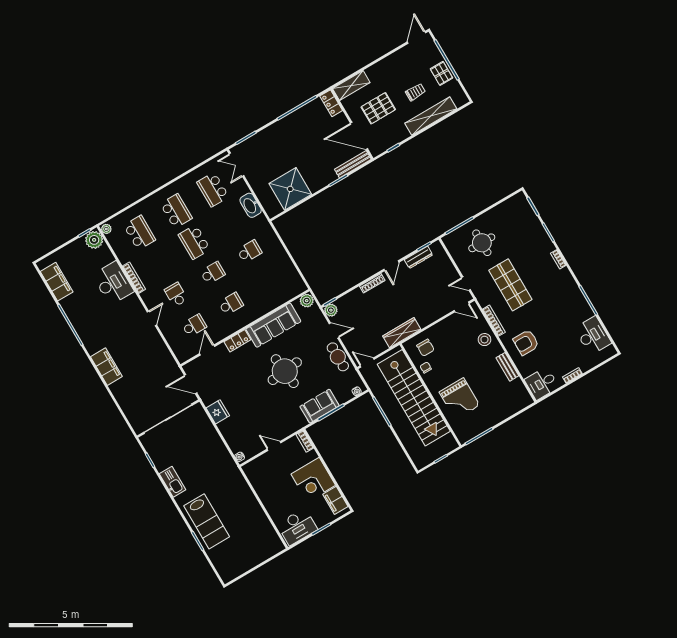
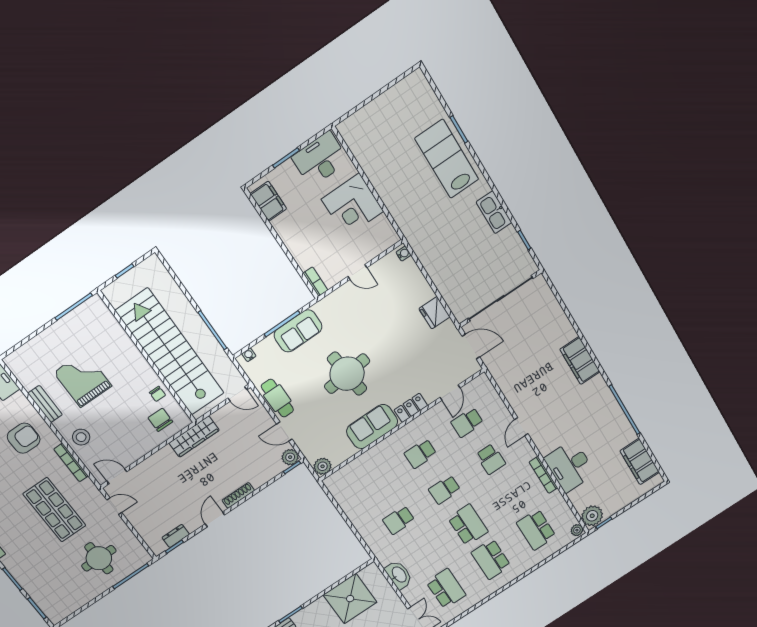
dresser: (419, 257) -> (176, 536), width x0.70
sofa: (273, 325) -> (372, 427), width x0.73
grand piano: (459, 399) -> (83, 379), moved
corner desk: (313, 480) -> (353, 205), moved, turned 180

